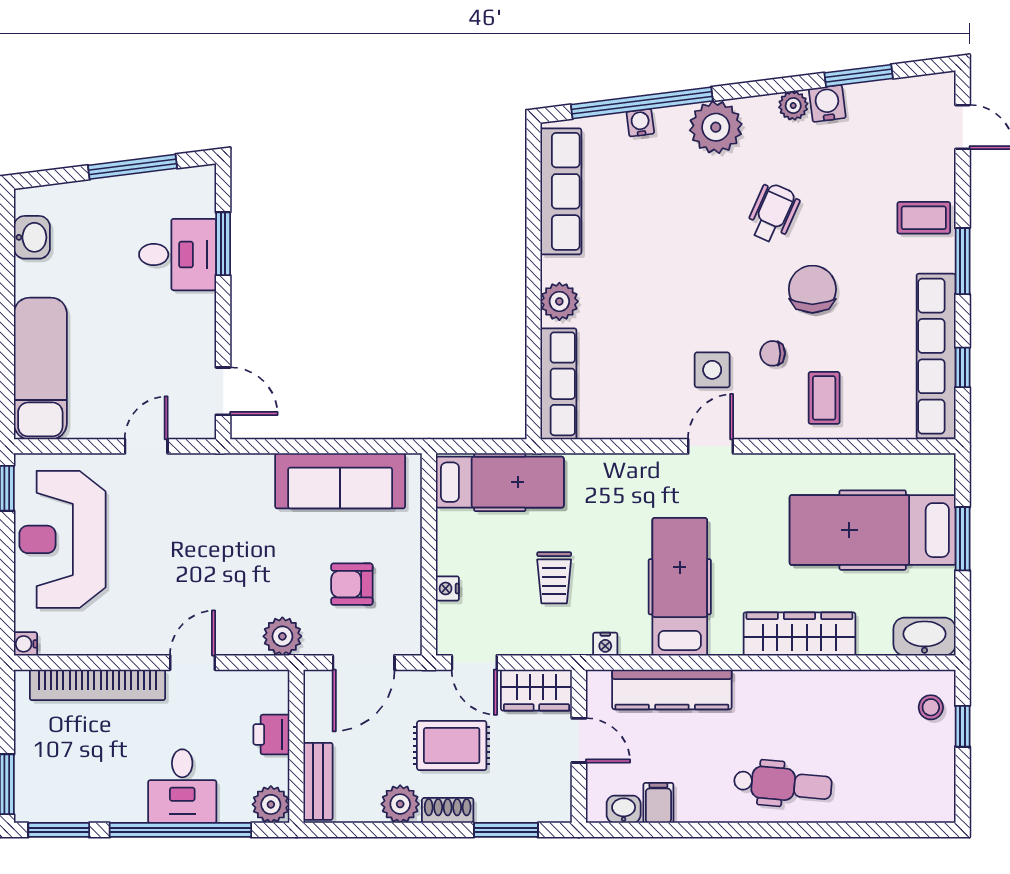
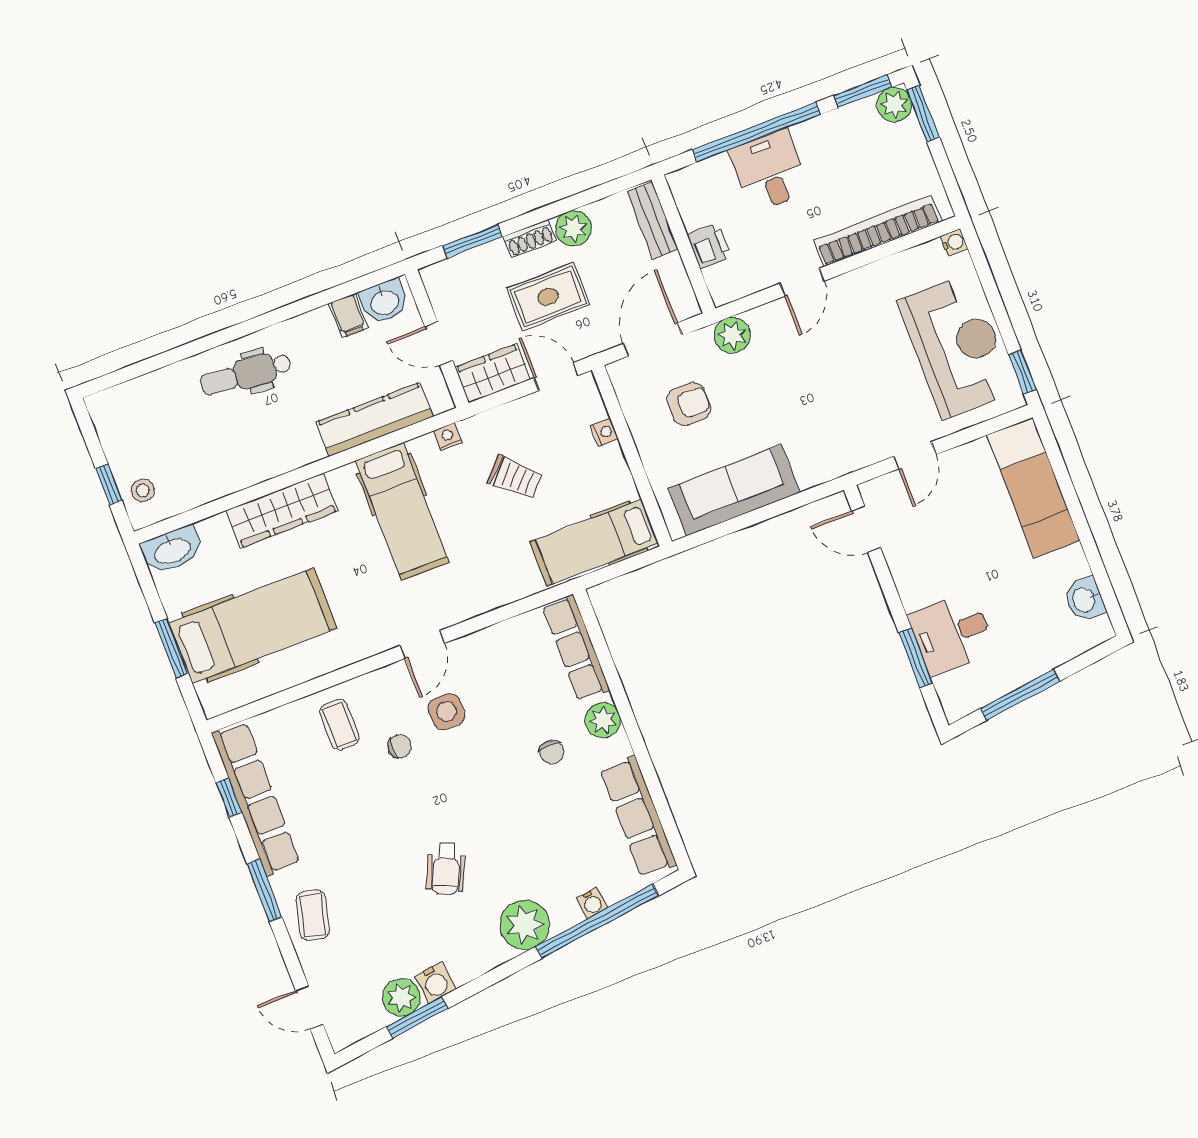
plant: (793, 106) -> (401, 997), moved, width x1.38, depth x1.38
coffee table: (924, 218) -> (313, 915), turned -76
chair: (812, 289) -> (552, 752), moved, width x0.54, depth x0.54
trolley: (554, 578) -> (515, 477), turned 133
plant: (271, 804) -> (894, 105), moved
washbasin: (624, 809) -> (384, 302), width x1.38, depth x1.45

